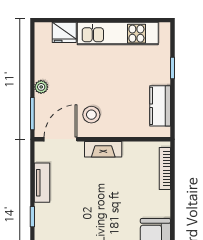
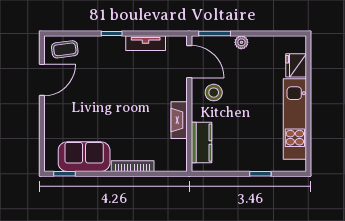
kitchen counter: (160, 106) -> (201, 143), moved, turned 90
fireplace: (103, 149) -> (179, 120), moved
bookcase: (165, 169) -> (133, 166), moved

